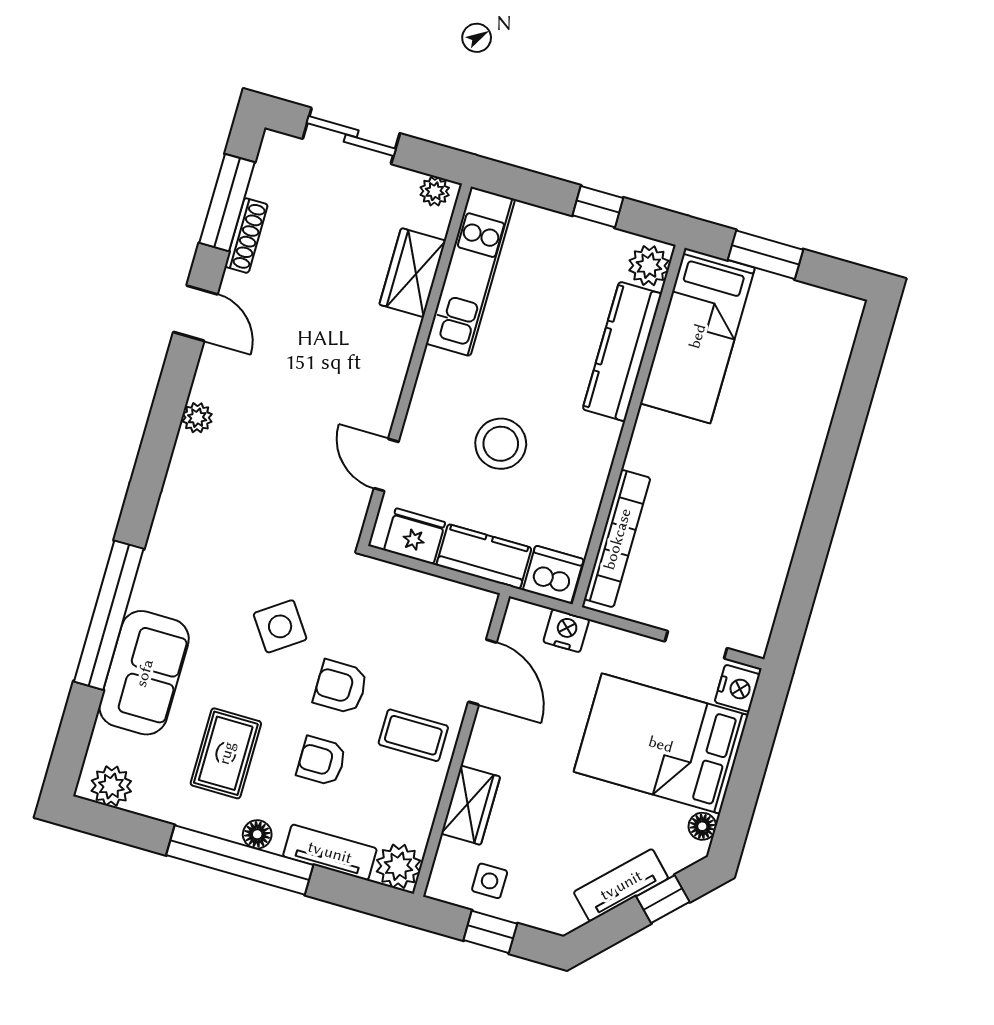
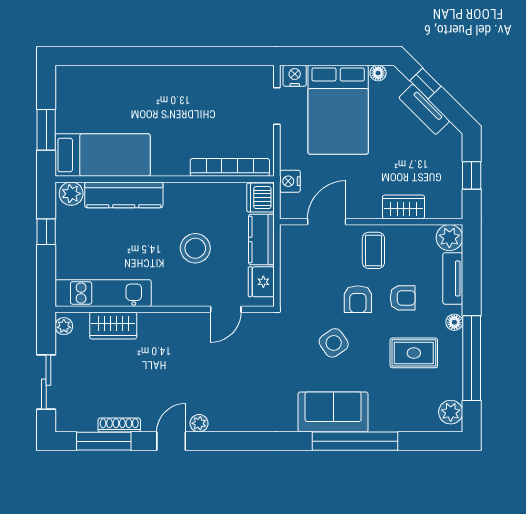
plant: (197, 418) -> (199, 423), moved
sofa: (144, 673) -> (333, 412), moved
armchair: (321, 761) -> (403, 298), turned -90
window: (240, 860) -> (472, 358), moved
side table: (490, 881) -> (443, 184), removed

